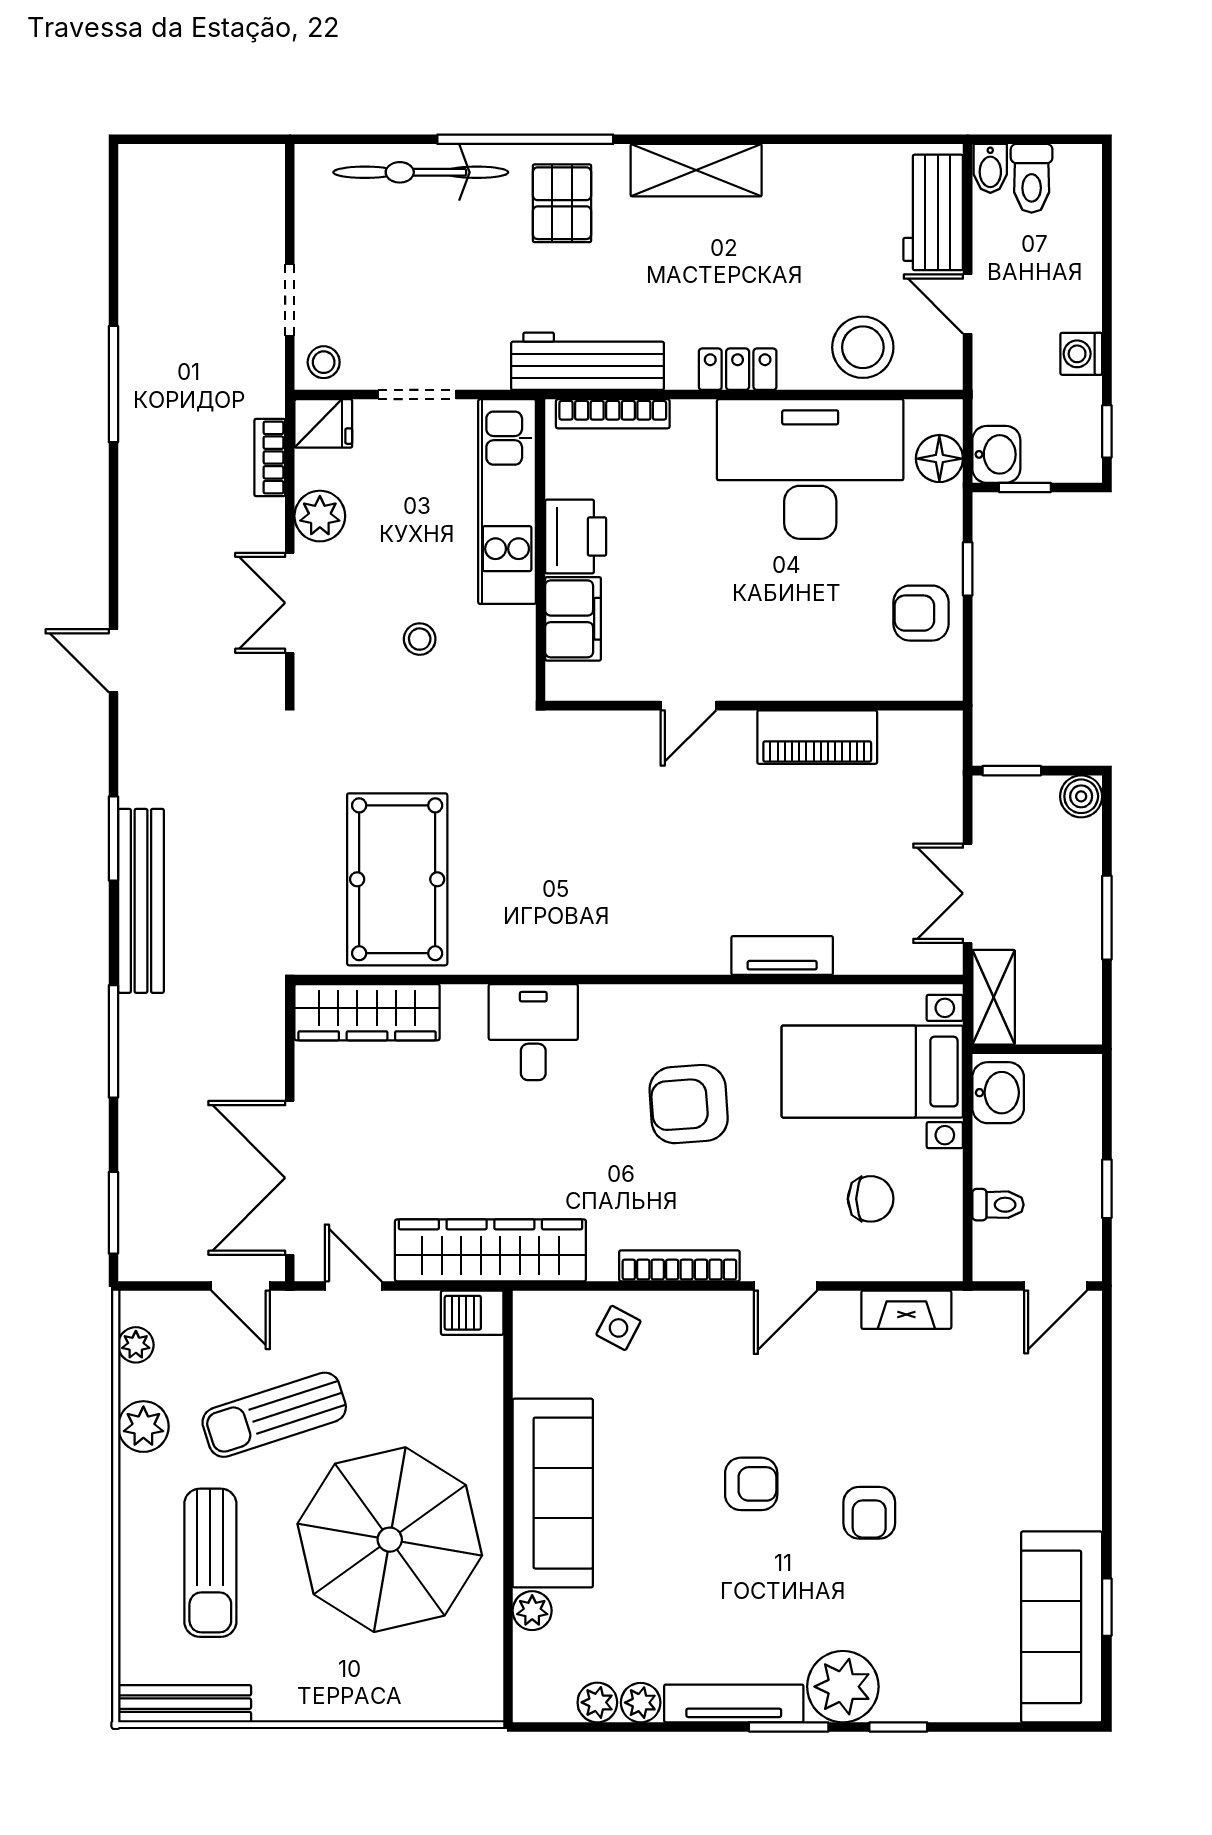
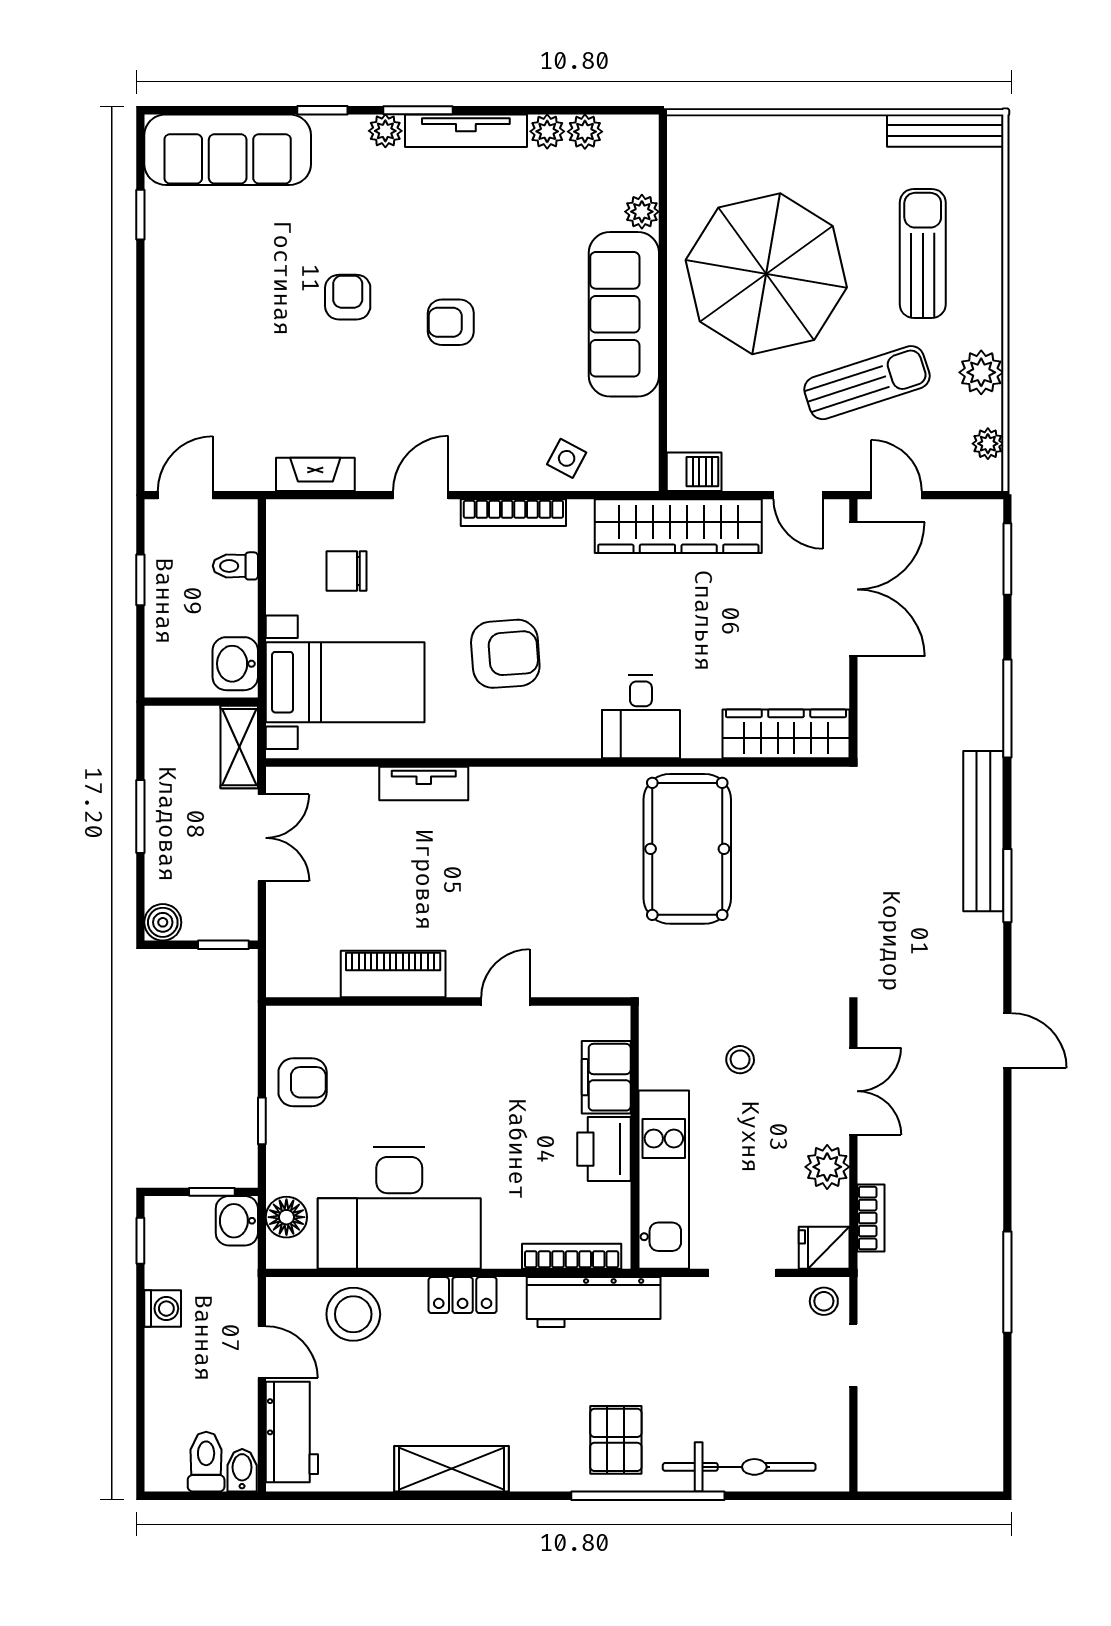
shelving: (696, 170) -> (451, 1469), moved
pool table: (397, 879) -> (687, 849), moved
sofa: (1062, 1627) -> (228, 150), moved, turned 90
plant: (843, 1687) -> (385, 131), width x0.53, depth x0.53

